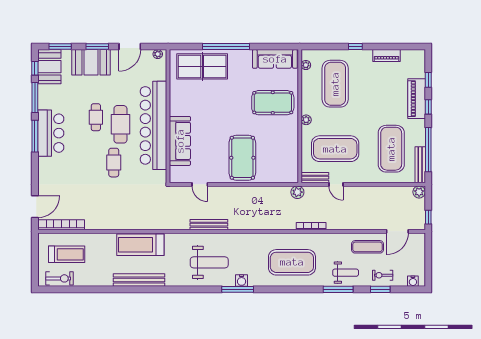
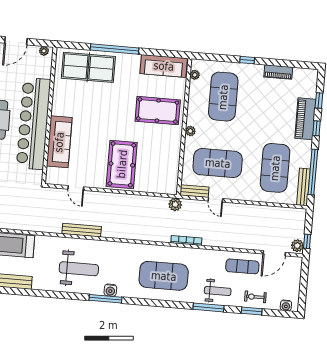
plant: (419, 192) -> (297, 246), moved

